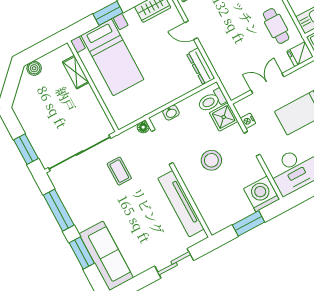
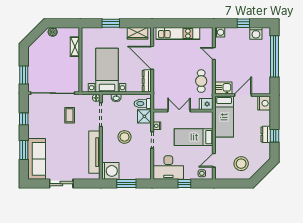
door: (191, 30) -> (152, 58), width x1.87
bed with nightstands: (112, 57) -> (107, 70), moved, turned 180
washing machine: (261, 194) -> (110, 171), moved, turned 90
window: (59, 210) -> (24, 119), width x0.46
sliding door: (174, 263) -> (61, 184), moved

